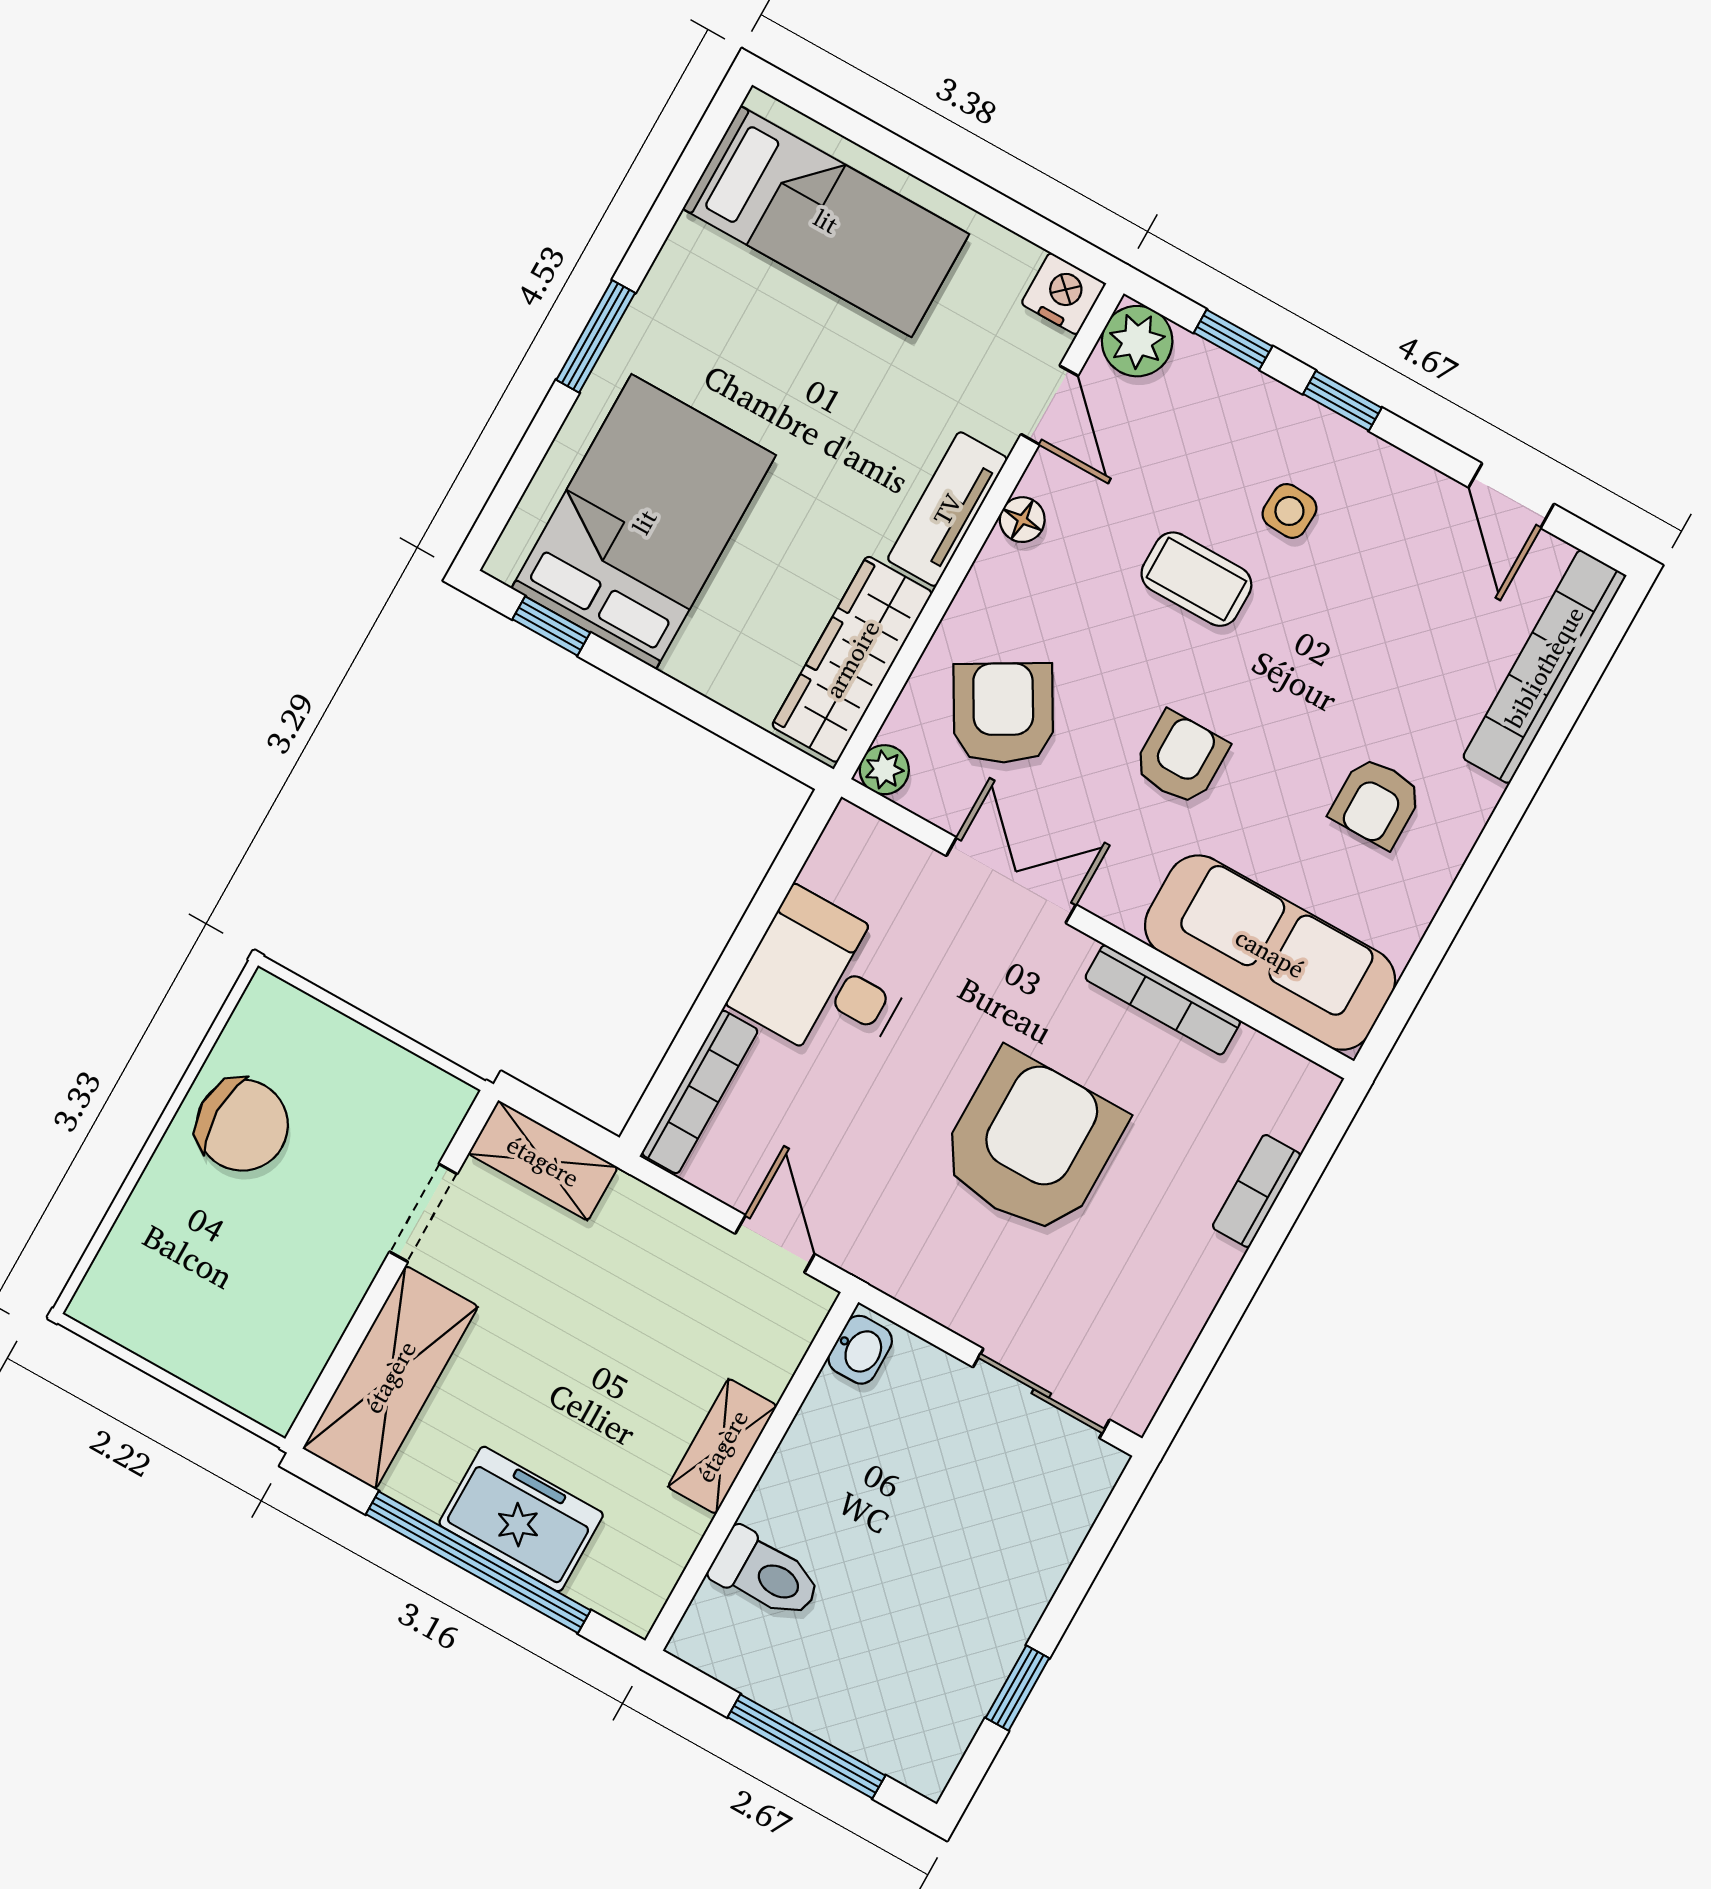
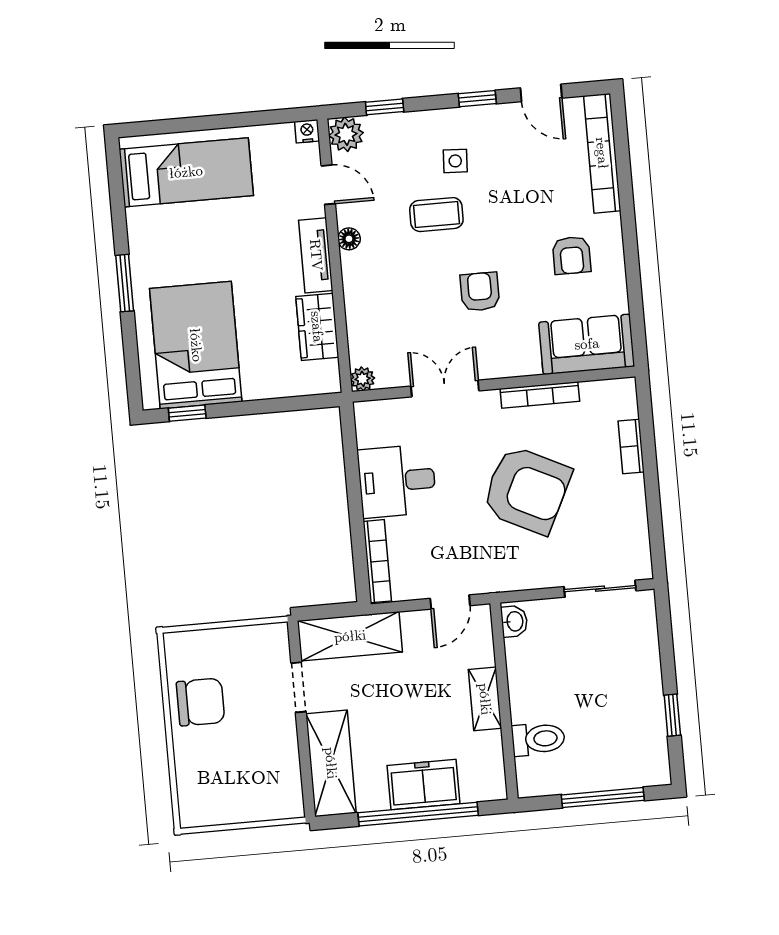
nightstand: (1063, 294) -> (307, 131), width x0.72, depth x0.74
window: (1342, 401) -> (477, 99), moved
wardrobe: (852, 659) -> (317, 327), width x0.67
armchair: (1003, 713) -> (395, 323), removed
sofa: (1270, 953) -> (587, 344), width x0.73
armchair: (1032, 1144) -> (527, 490), turned 116
shelving: (543, 1161) -> (350, 636), width x1.50, depth x1.33
door: (775, 1244) -> (450, 602), swing flipped

